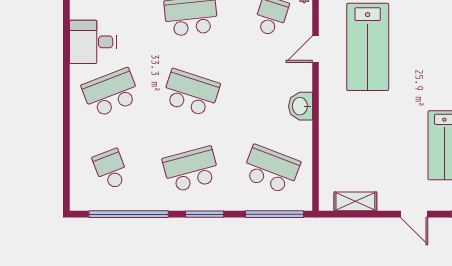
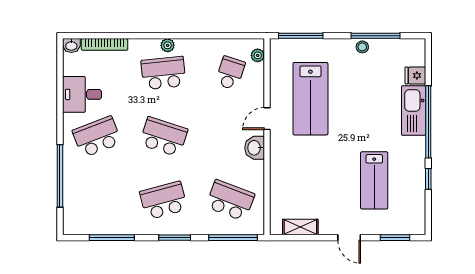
door: (316, 49) -> (267, 119), moved
window: (66, 140) -> (60, 176), added
school desk: (111, 169) -> (97, 200), removed
window: (129, 214) -> (112, 238), width x0.68

